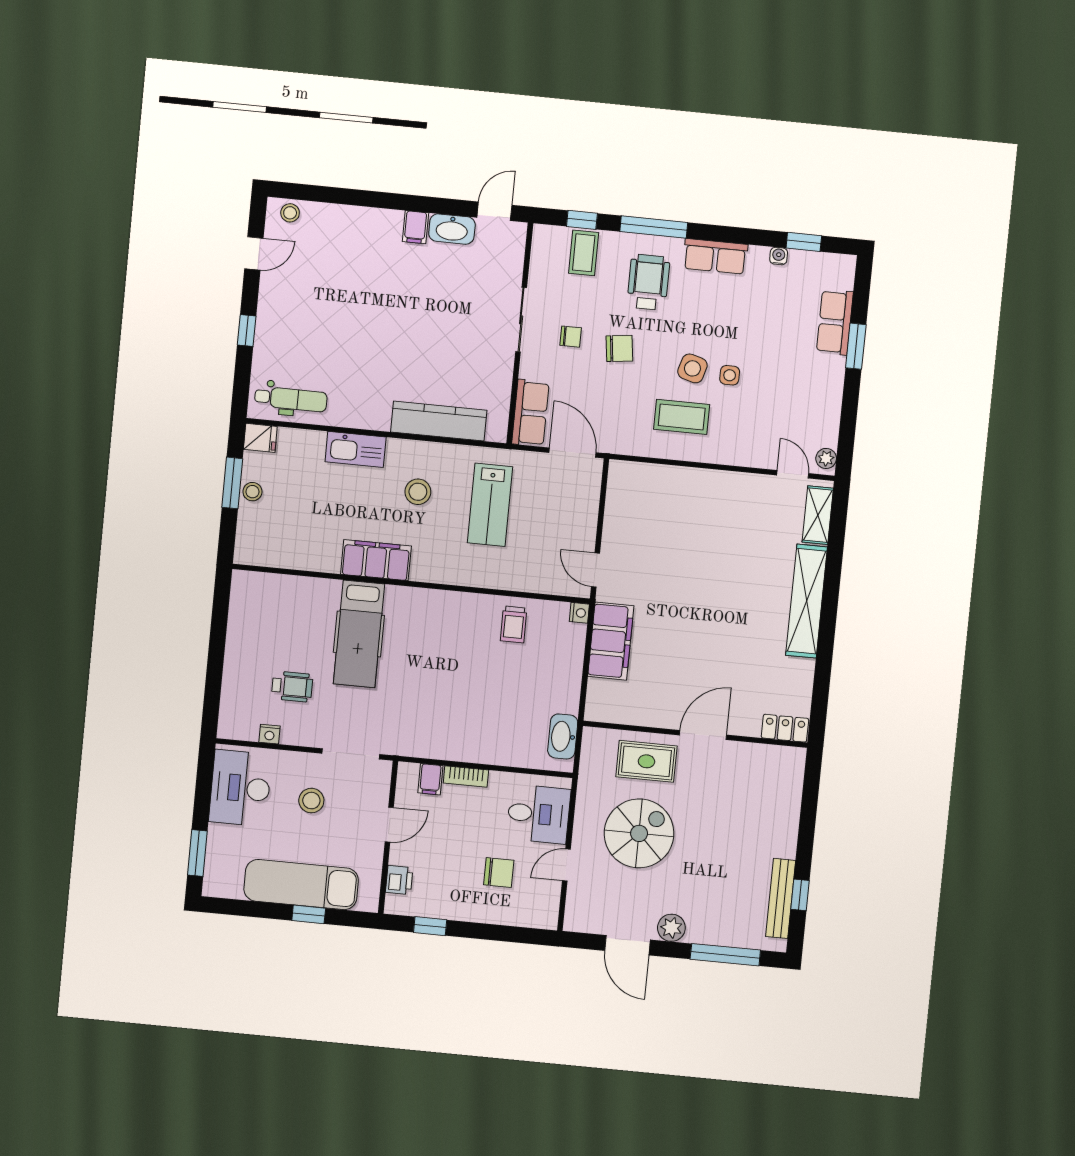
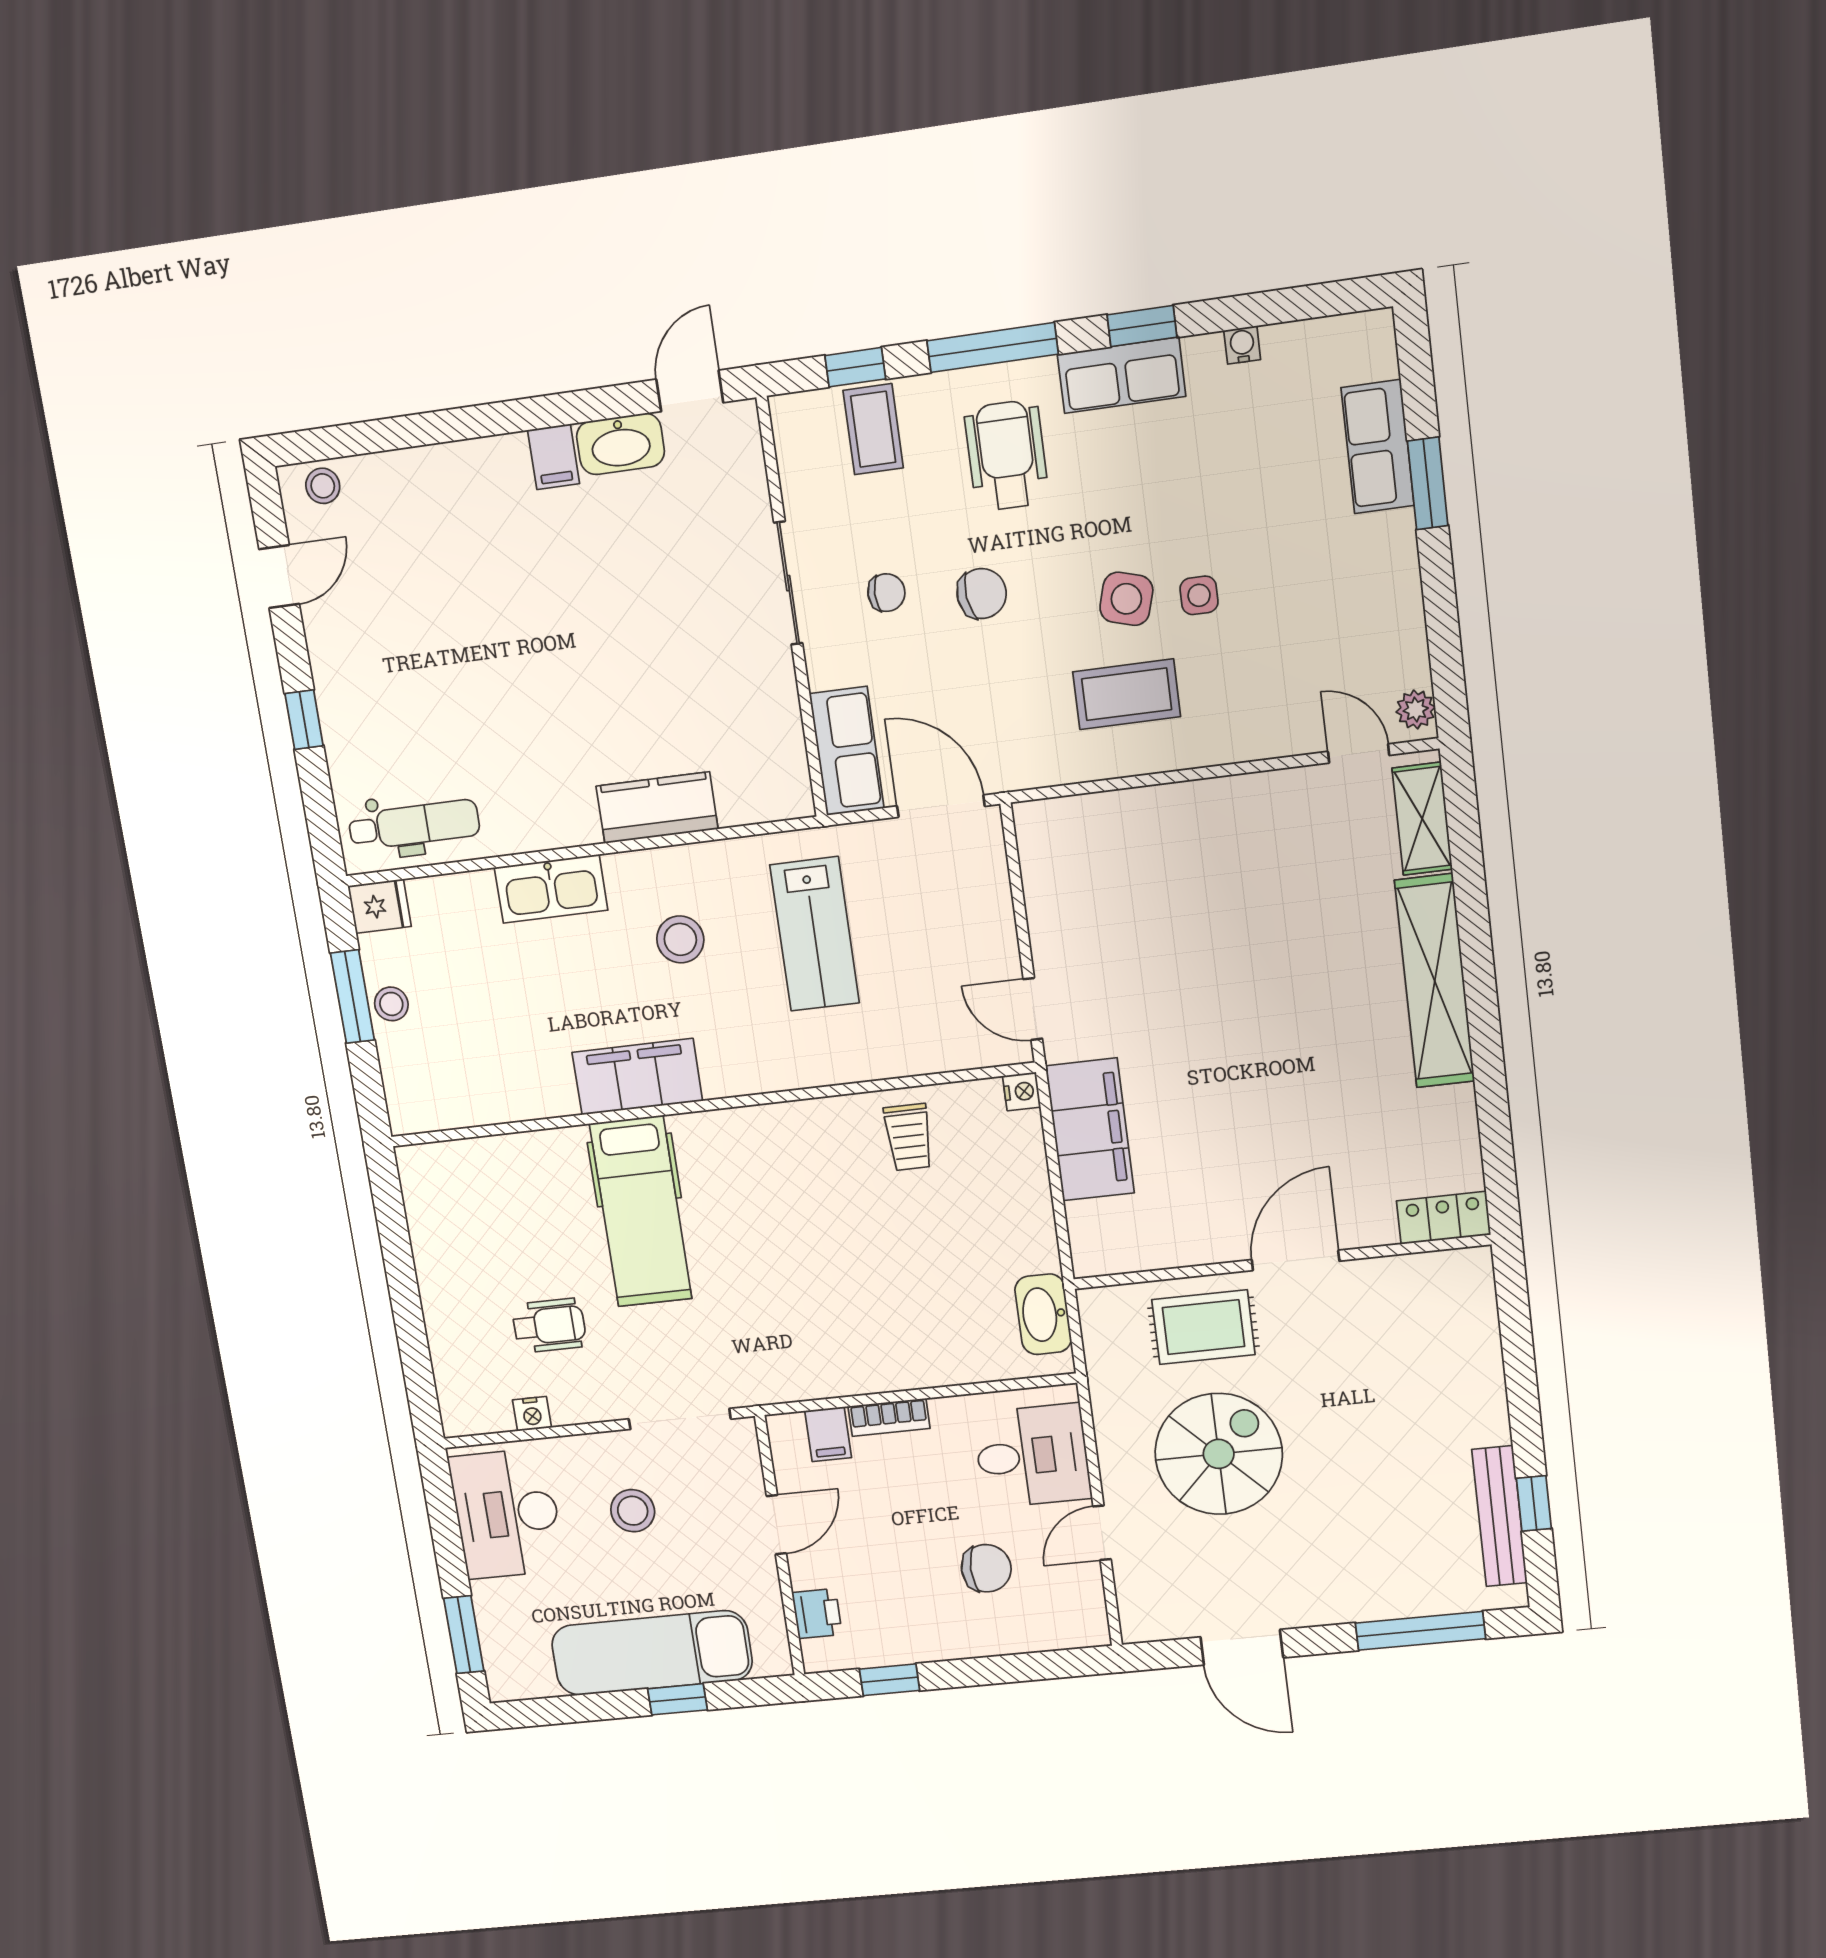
window: (804, 242) -> (1142, 326), moved
kitchen counter: (439, 421) -> (657, 808), width x0.67
plant: (671, 928) -> (1313, 1603), removed

